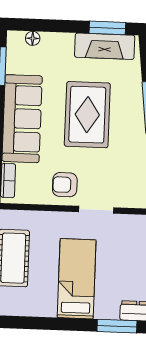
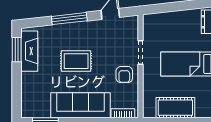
floor lamp: (33, 38) -> (26, 100), removed
rug: (87, 115) -> (76, 61), width x0.73, depth x0.70

